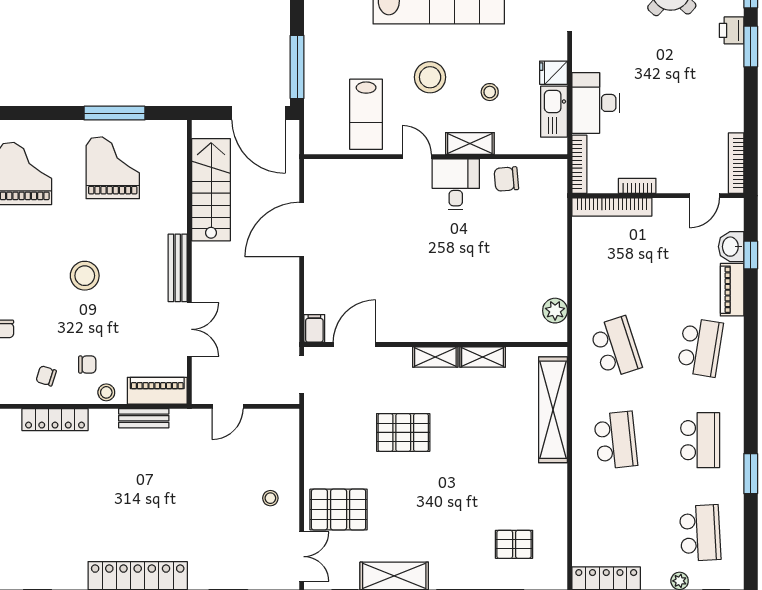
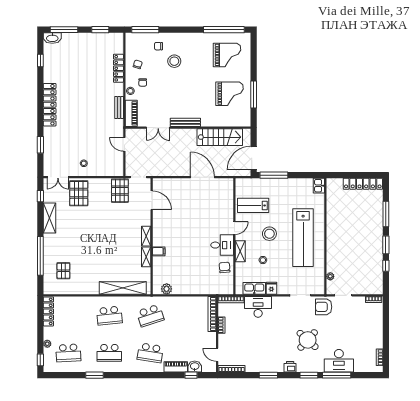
window: (751, 47) -> (268, 375), moved
stool: (85, 276) -> (174, 61), moved
filing cabinet: (314, 328) -> (159, 251), moved
pallet: (403, 432) -> (120, 191), moved

